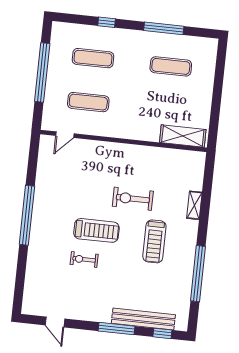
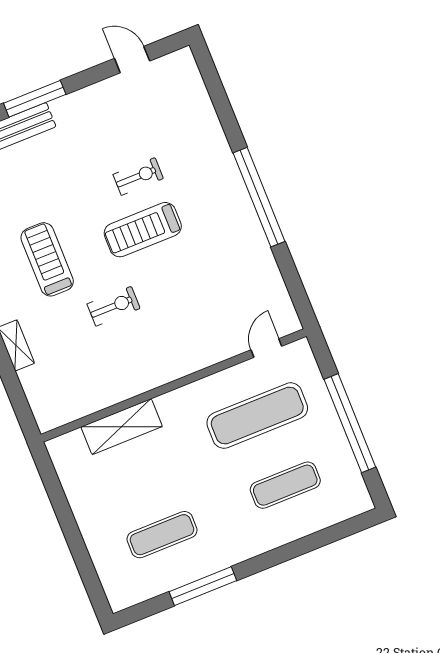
window: (107, 22) -> (293, 550), removed
exercise mat: (88, 102) -> (257, 416), width x1.36, depth x1.45
shelving: (183, 136) -> (122, 427), moved
exercise bike: (133, 199) -> (114, 306), width x0.73, depth x0.72

